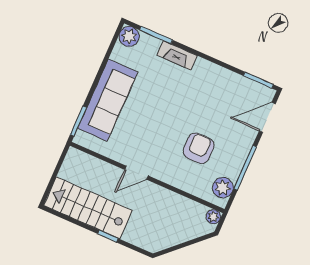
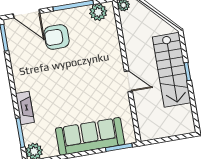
armchair: (199, 148) -> (57, 37), moved
stairs: (88, 208) -> (172, 70), moved

